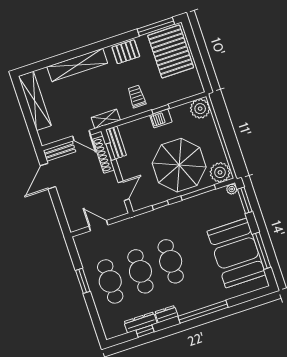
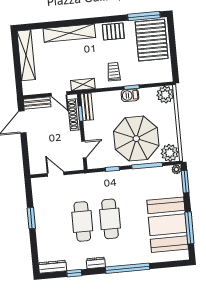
cafe table: (110, 281) -> (55, 224), removed
dresser: (140, 322) -> (53, 267), moved

